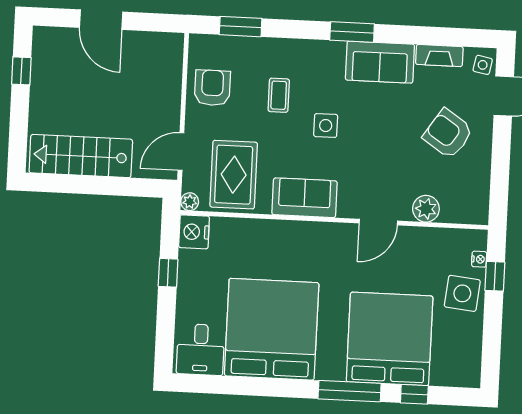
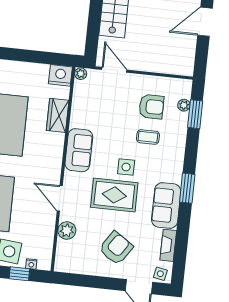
plant: (228, 44) -> (184, 105), added
armchair: (212, 88) -> (151, 107), moved
rug: (234, 175) -> (114, 195), moved
wardrobe: (254, 233) -> (58, 115), added
window: (168, 273) -> (34, 57), removed

